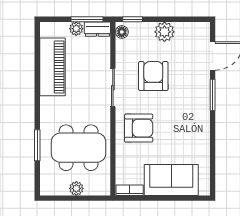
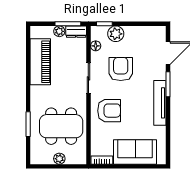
floor lamp: (122, 32) -> (96, 46), moved
plant: (164, 32) -> (116, 34), moved
tv unit: (202, 118) -> (160, 103), added

